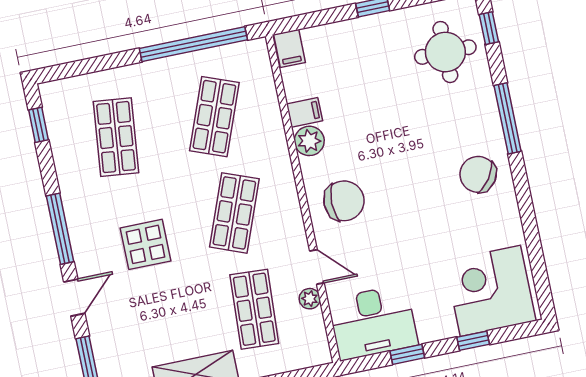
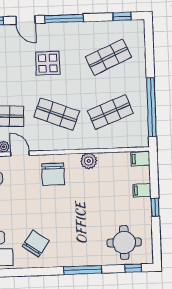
filing cabinet: (305, 112) -> (142, 190), moved, turned 90
shop shelf: (214, 117) -> (110, 112), turned -42
shop shelf: (116, 137) -> (108, 57), turned -30
chair: (478, 174) -> (36, 243), moved
door: (317, 267) -> (20, 154), swing flipped

